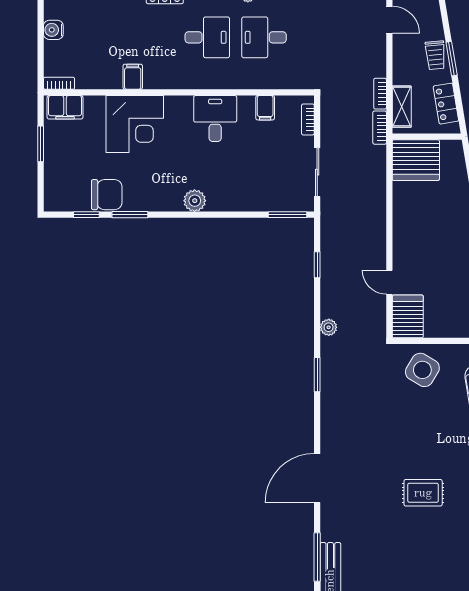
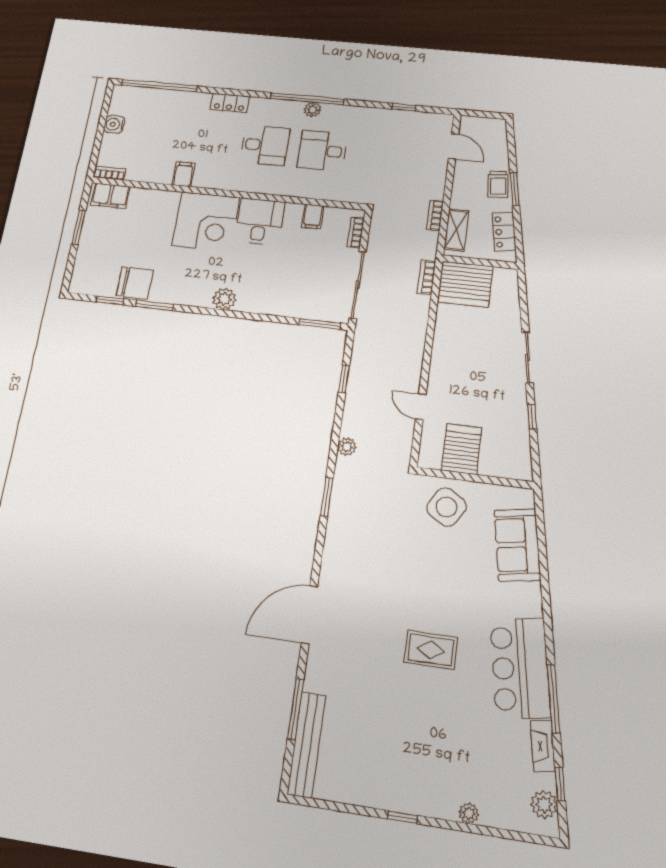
corner desk: (135, 124) -> (206, 221), moved
bookcase: (380, 128) -> (426, 277), moved
sliding door: (317, 172) -> (358, 285), width x1.37
server rack: (408, 316) -> (462, 449), moved

